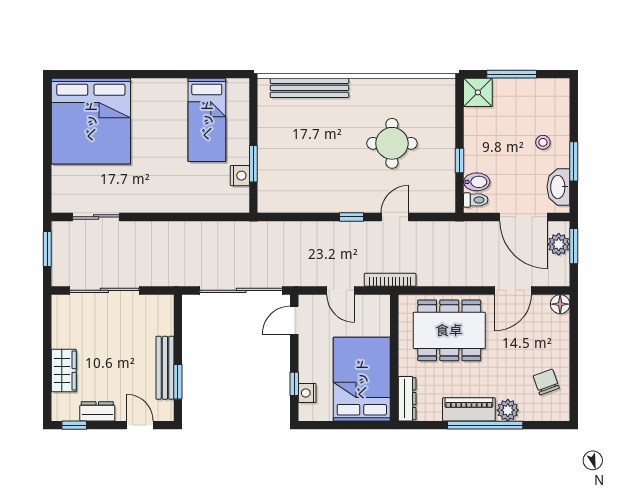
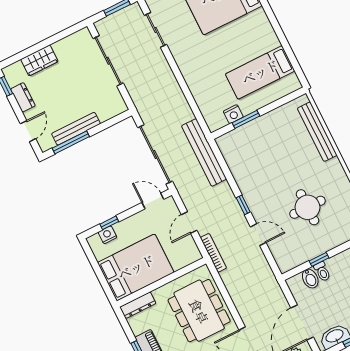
toilet: (476, 200) -> (322, 272), moved
bench: (267, 232) -> (204, 152), added
window: (178, 382) -> (71, 142), width x1.44

